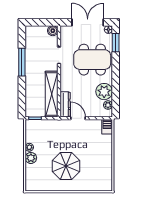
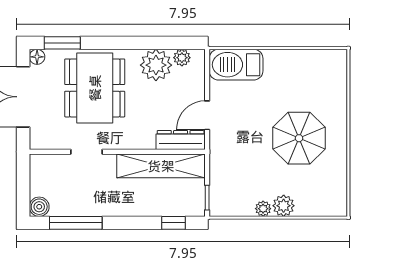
boiler: (53, 31) -> (39, 207), moved
window: (22, 62) -> (76, 223), moved
window: (22, 101) -> (174, 223), added
barbecue: (107, 127) -> (236, 65), width x1.88, depth x1.53

